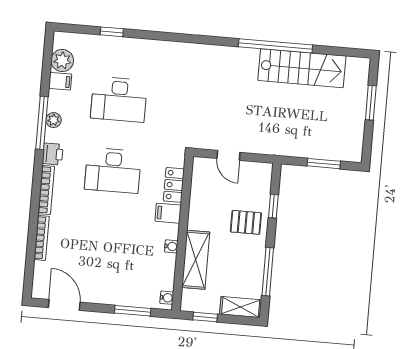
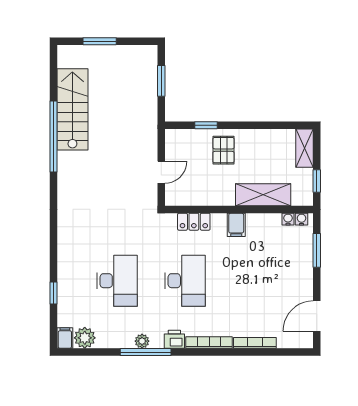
filing cabinet: (60, 81) -> (65, 338), moved
filing cabinet: (168, 213) -> (236, 225), moved
water cooler: (171, 246) -> (288, 219), moved
window: (268, 272) -> (269, 125), removed

